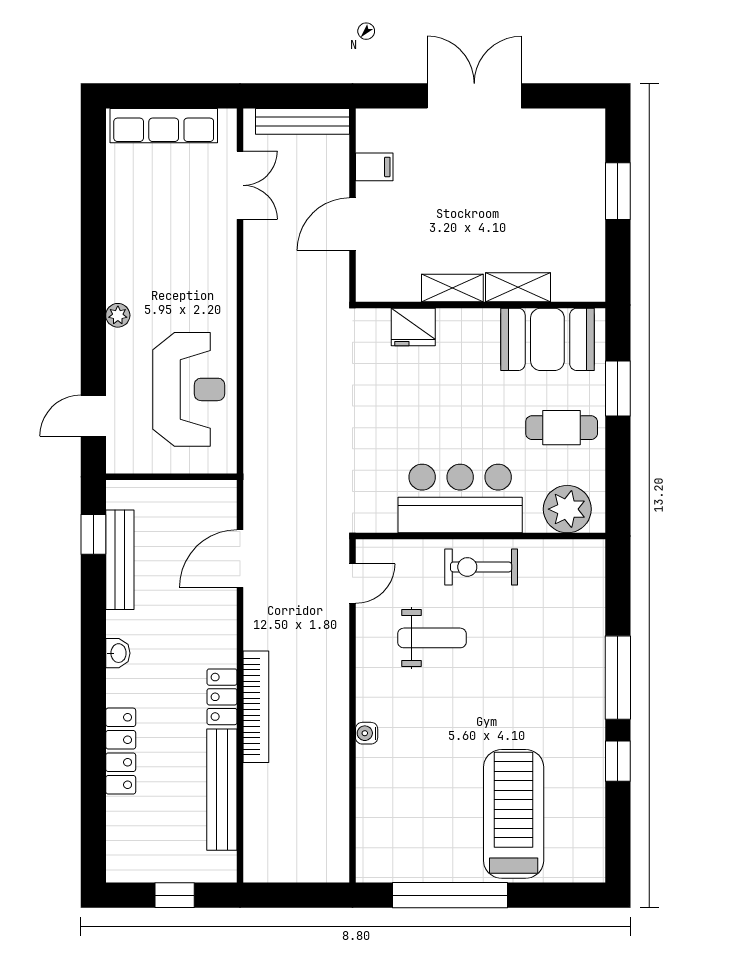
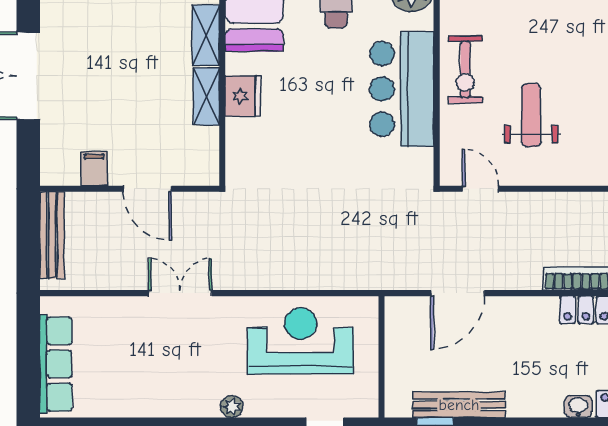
double door: (240, 185) -> (180, 293), moved
fridge: (413, 327) -> (243, 96), moved
door: (240, 559) -> (458, 293), hinge flipped
washbasin: (118, 653) -> (578, 407), moved

